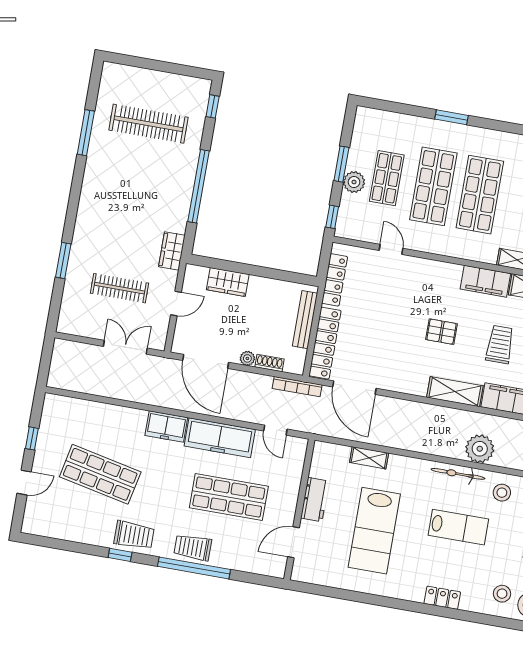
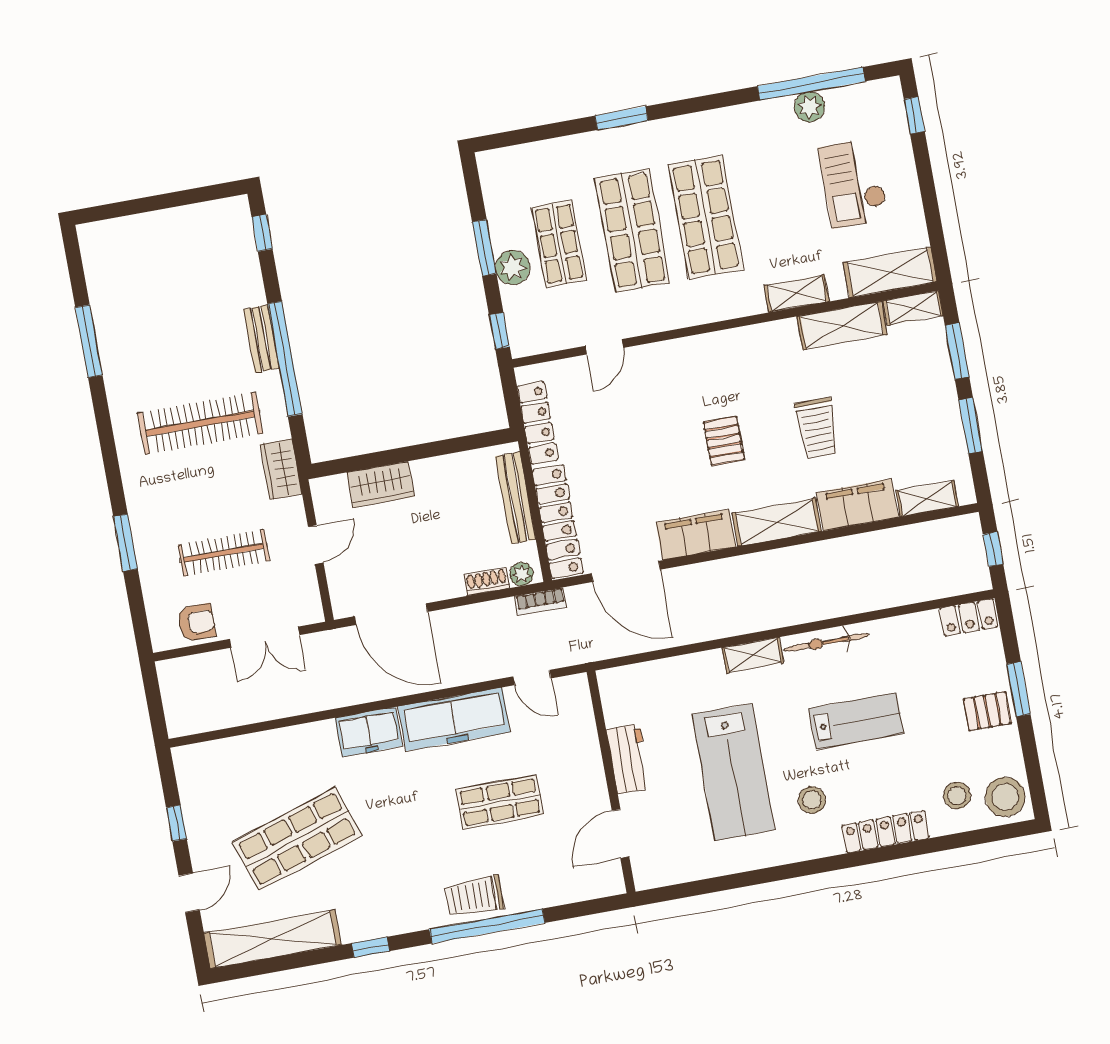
clothes rail: (148, 124) -> (200, 423), moved
bench: (189, 169) -> (261, 339), added
door: (391, 249) -> (604, 347), swing flipped
filing cabinet: (485, 281) -> (696, 535), moved, turned 180
armchair: (88, 324) -> (196, 622), added
pallet: (441, 332) -> (724, 441), turned 90
trolley: (500, 344) -> (817, 428), turned 180
double door: (125, 347) -> (265, 637), swing flipped
plant: (247, 358) -> (521, 574), moved
bookcase: (297, 387) -> (541, 601), width x0.64
plant: (480, 449) -> (845, 593), removed
shelving: (369, 458) -> (753, 655), moved
shop shelf: (100, 474) -> (297, 839), turned -30
stool: (502, 493) -> (812, 800), moved
shop shelf: (229, 497) -> (500, 802), width x0.70, depth x0.74
shelving: (64, 529) -> (273, 939), added
trolley: (134, 535) -> (380, 910), removed
locker: (442, 598) -> (885, 832), width x1.53

